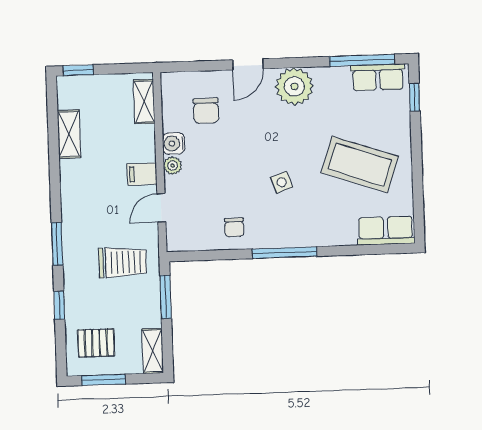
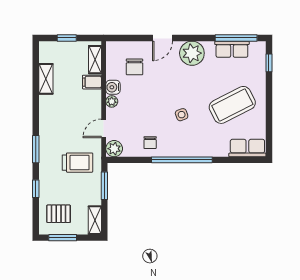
window: (78, 70) -> (67, 38), moved
row of seats: (378, 77) -> (232, 49), moved
coffee table: (360, 165) -> (232, 105), turned -46
filing cabinet: (142, 174) -> (92, 82), moved
plant: (179, 239) -> (114, 149), added
window: (285, 253) -> (182, 160), width x1.46

